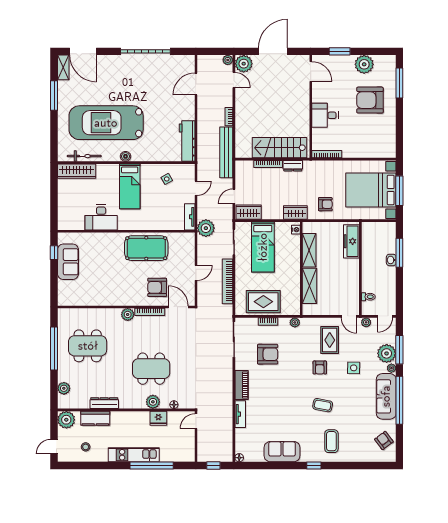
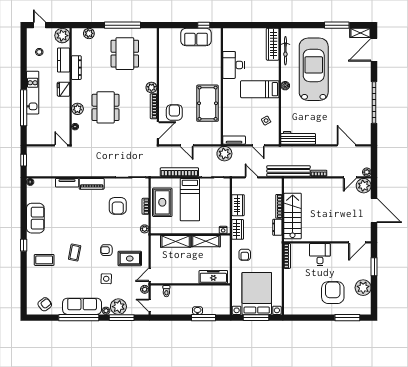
wardrobe: (249, 212) -> (238, 205), moved
bed: (263, 247) -> (190, 200), moved, turned -90
fridge: (158, 418) -> (64, 89), moved

